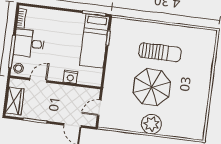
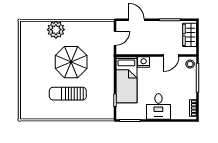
bed: (95, 41) -> (126, 80), moved, turned 180
desk: (29, 43) -> (158, 106), moved, turned 90
plant: (152, 124) -> (56, 30), moved

